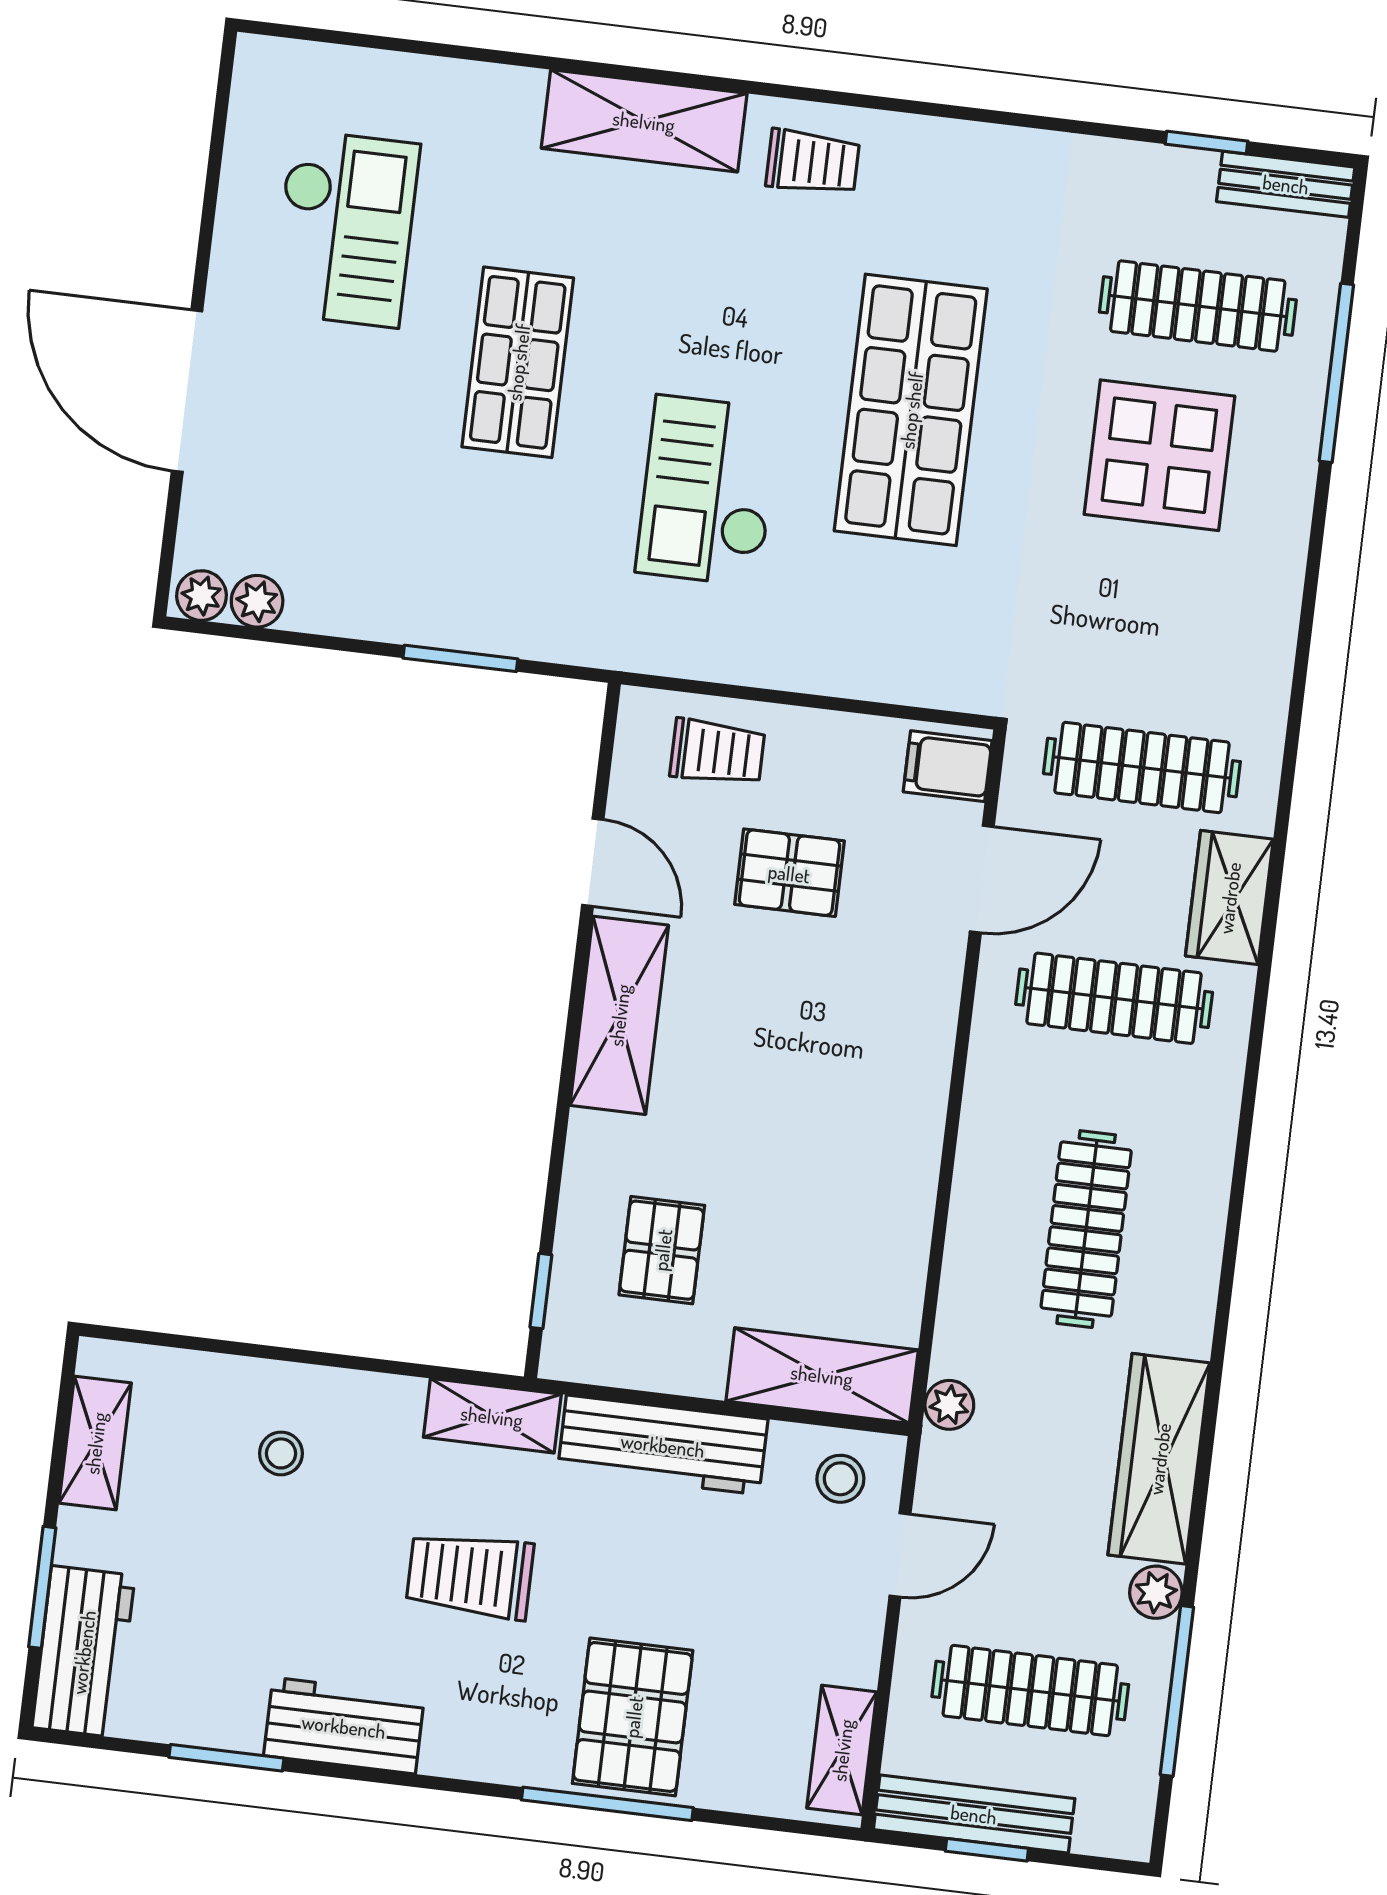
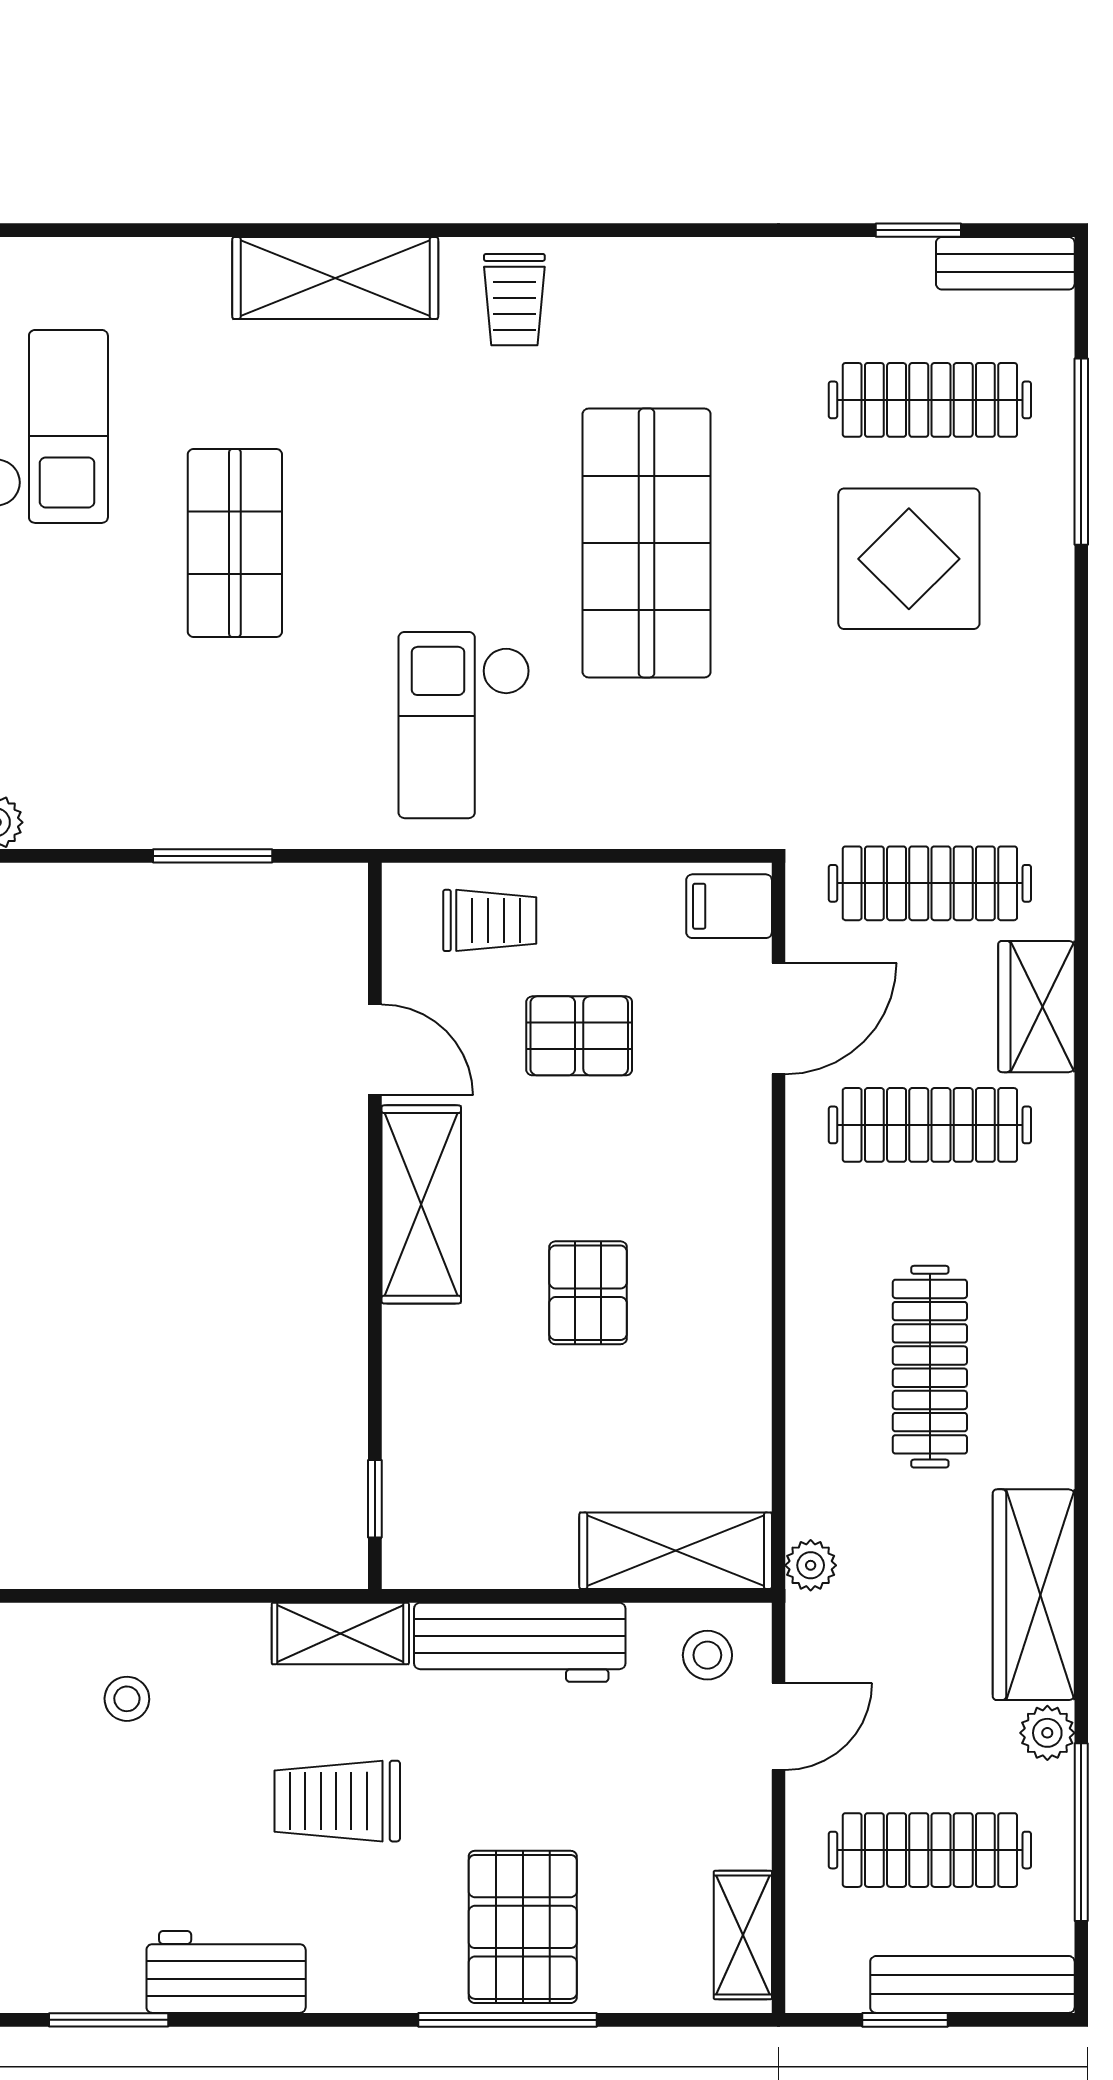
trolley: (813, 162) -> (514, 300), turned 90
checkout: (708, 491) -> (464, 725), moved
pallet: (662, 1250) -> (588, 1293), moved
bench: (974, 1814) -> (972, 1984), moved

